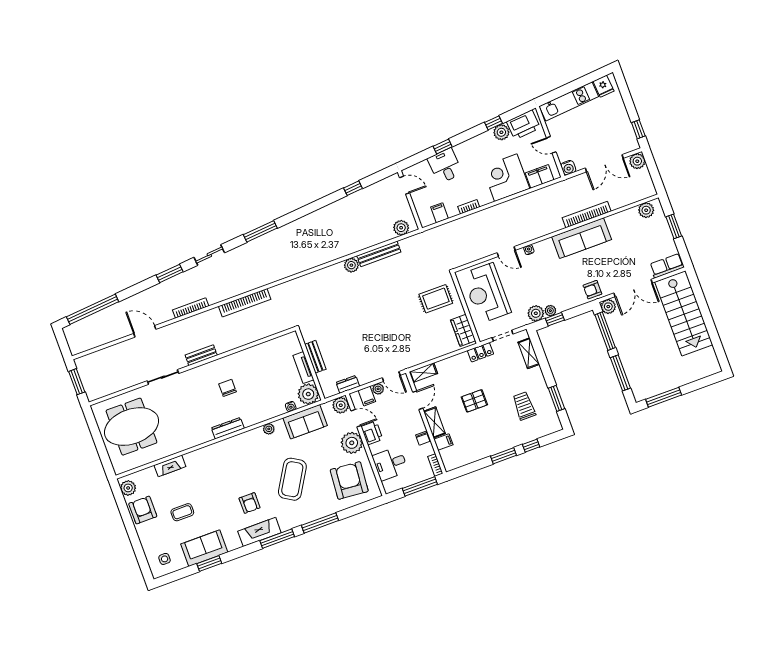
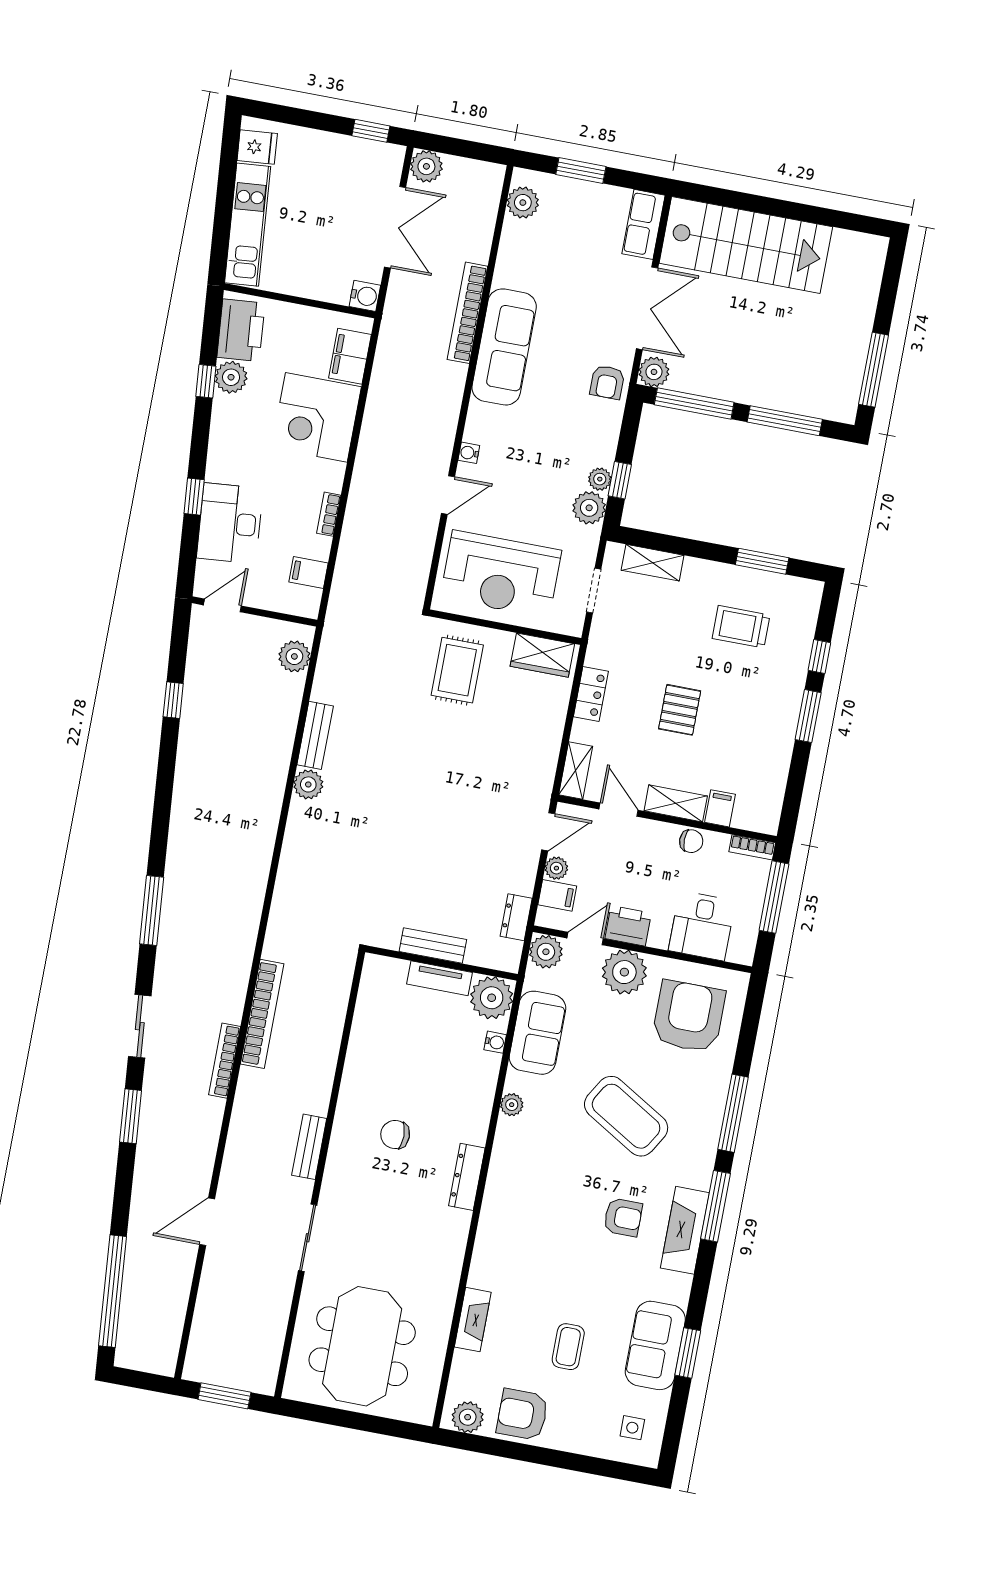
door: (551, 145) -> (306, 302), removed
desk: (445, 166) -> (230, 523), width x1.37
bench: (379, 254) -> (315, 735), width x0.73
bookcase: (191, 308) -> (225, 1061), moved
locker: (480, 352) -> (591, 694), moved
armchair: (349, 480) -> (689, 1016), turned 85

